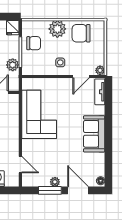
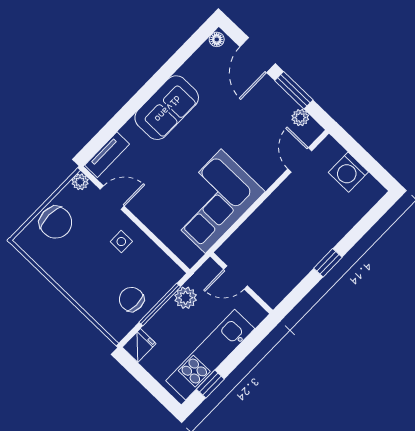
plant: (57, 29) -> (83, 288), removed
chair: (81, 33) -> (56, 222), moved
plant: (55, 182) -> (300, 118), moved

